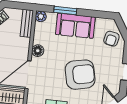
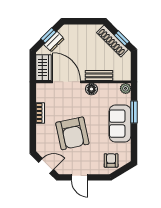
bench: (27, 23) -> (99, 75), moved
armchair: (111, 39) -> (111, 160), turned 78

